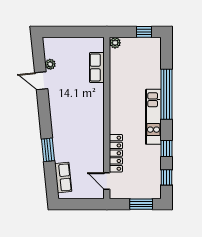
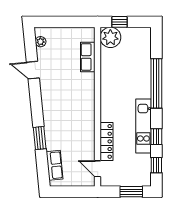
window: (144, 32) -> (120, 22), moved
plant: (115, 43) -> (110, 37), width x1.88, depth x1.88
plant: (50, 64) -> (41, 42), moved
kitchen unit: (153, 117) -> (143, 126), moved

